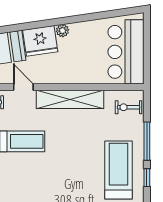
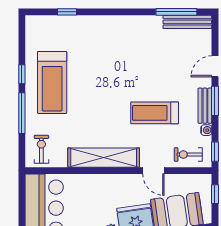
exercise bike: (129, 107) -> (41, 149), turned -90

